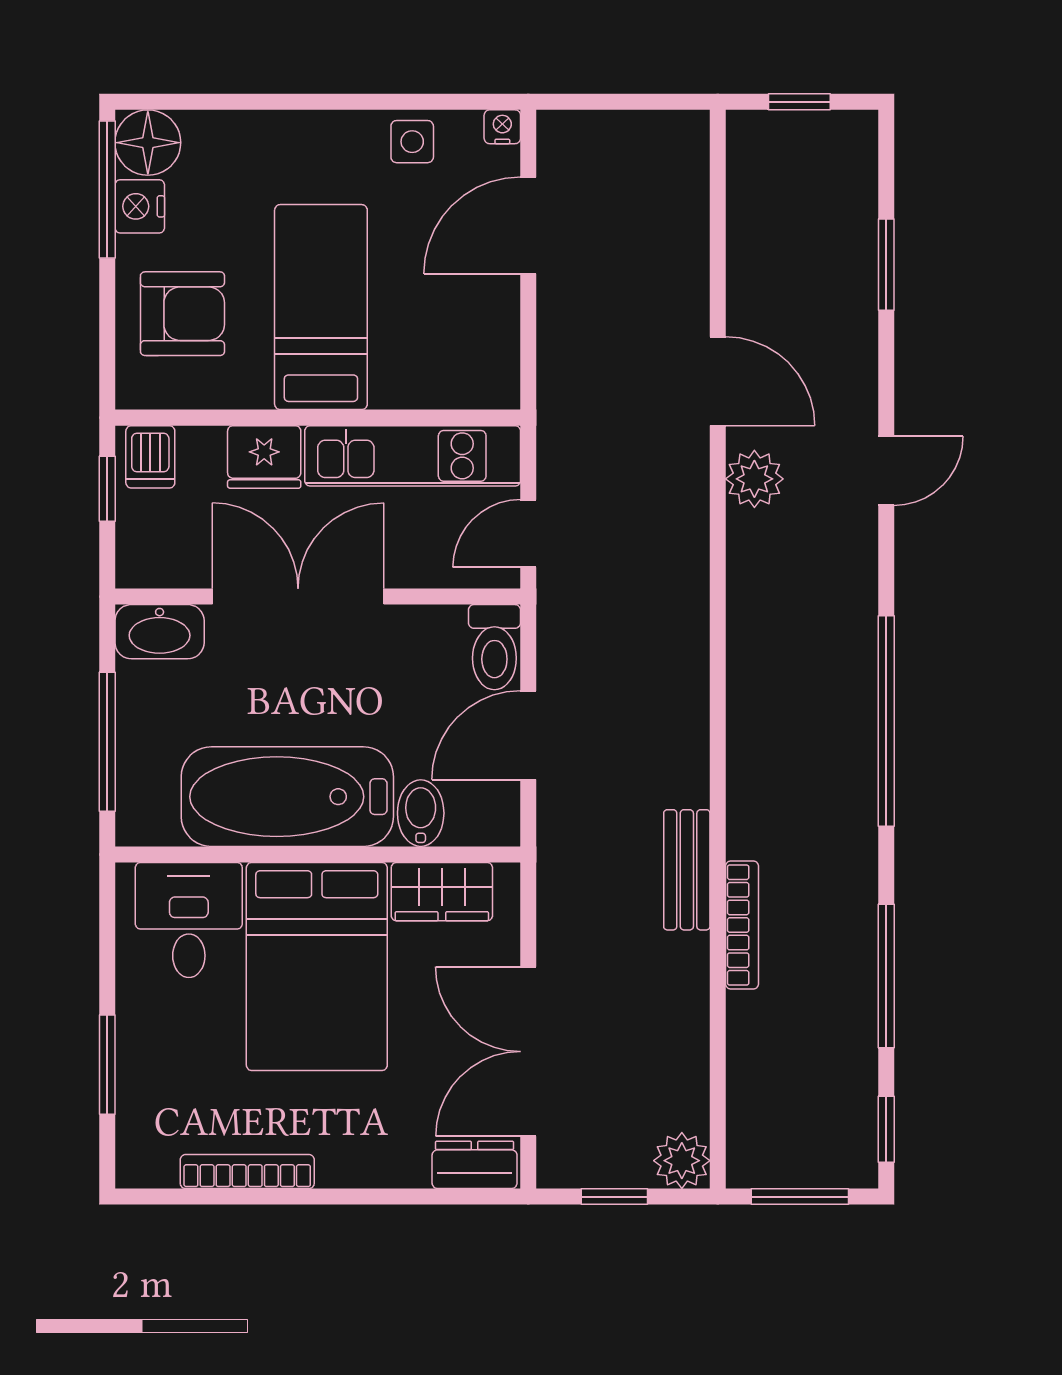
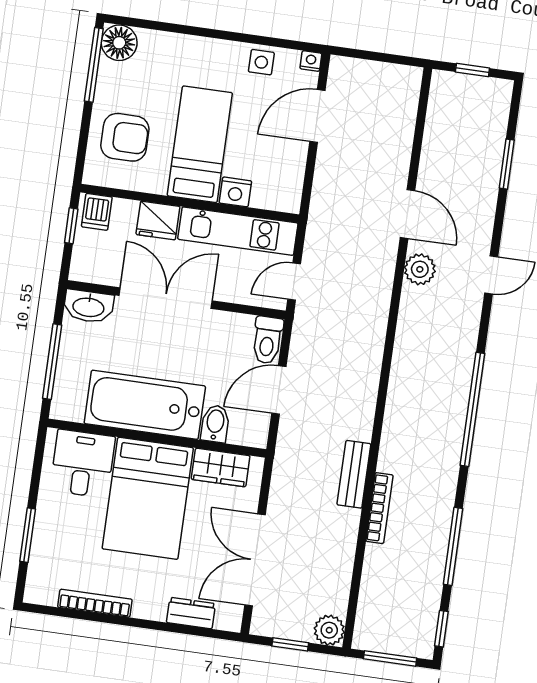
nightstand: (140, 206) -> (235, 192), moved, turned -90
dresser: (475, 1165) -> (191, 613), moved

